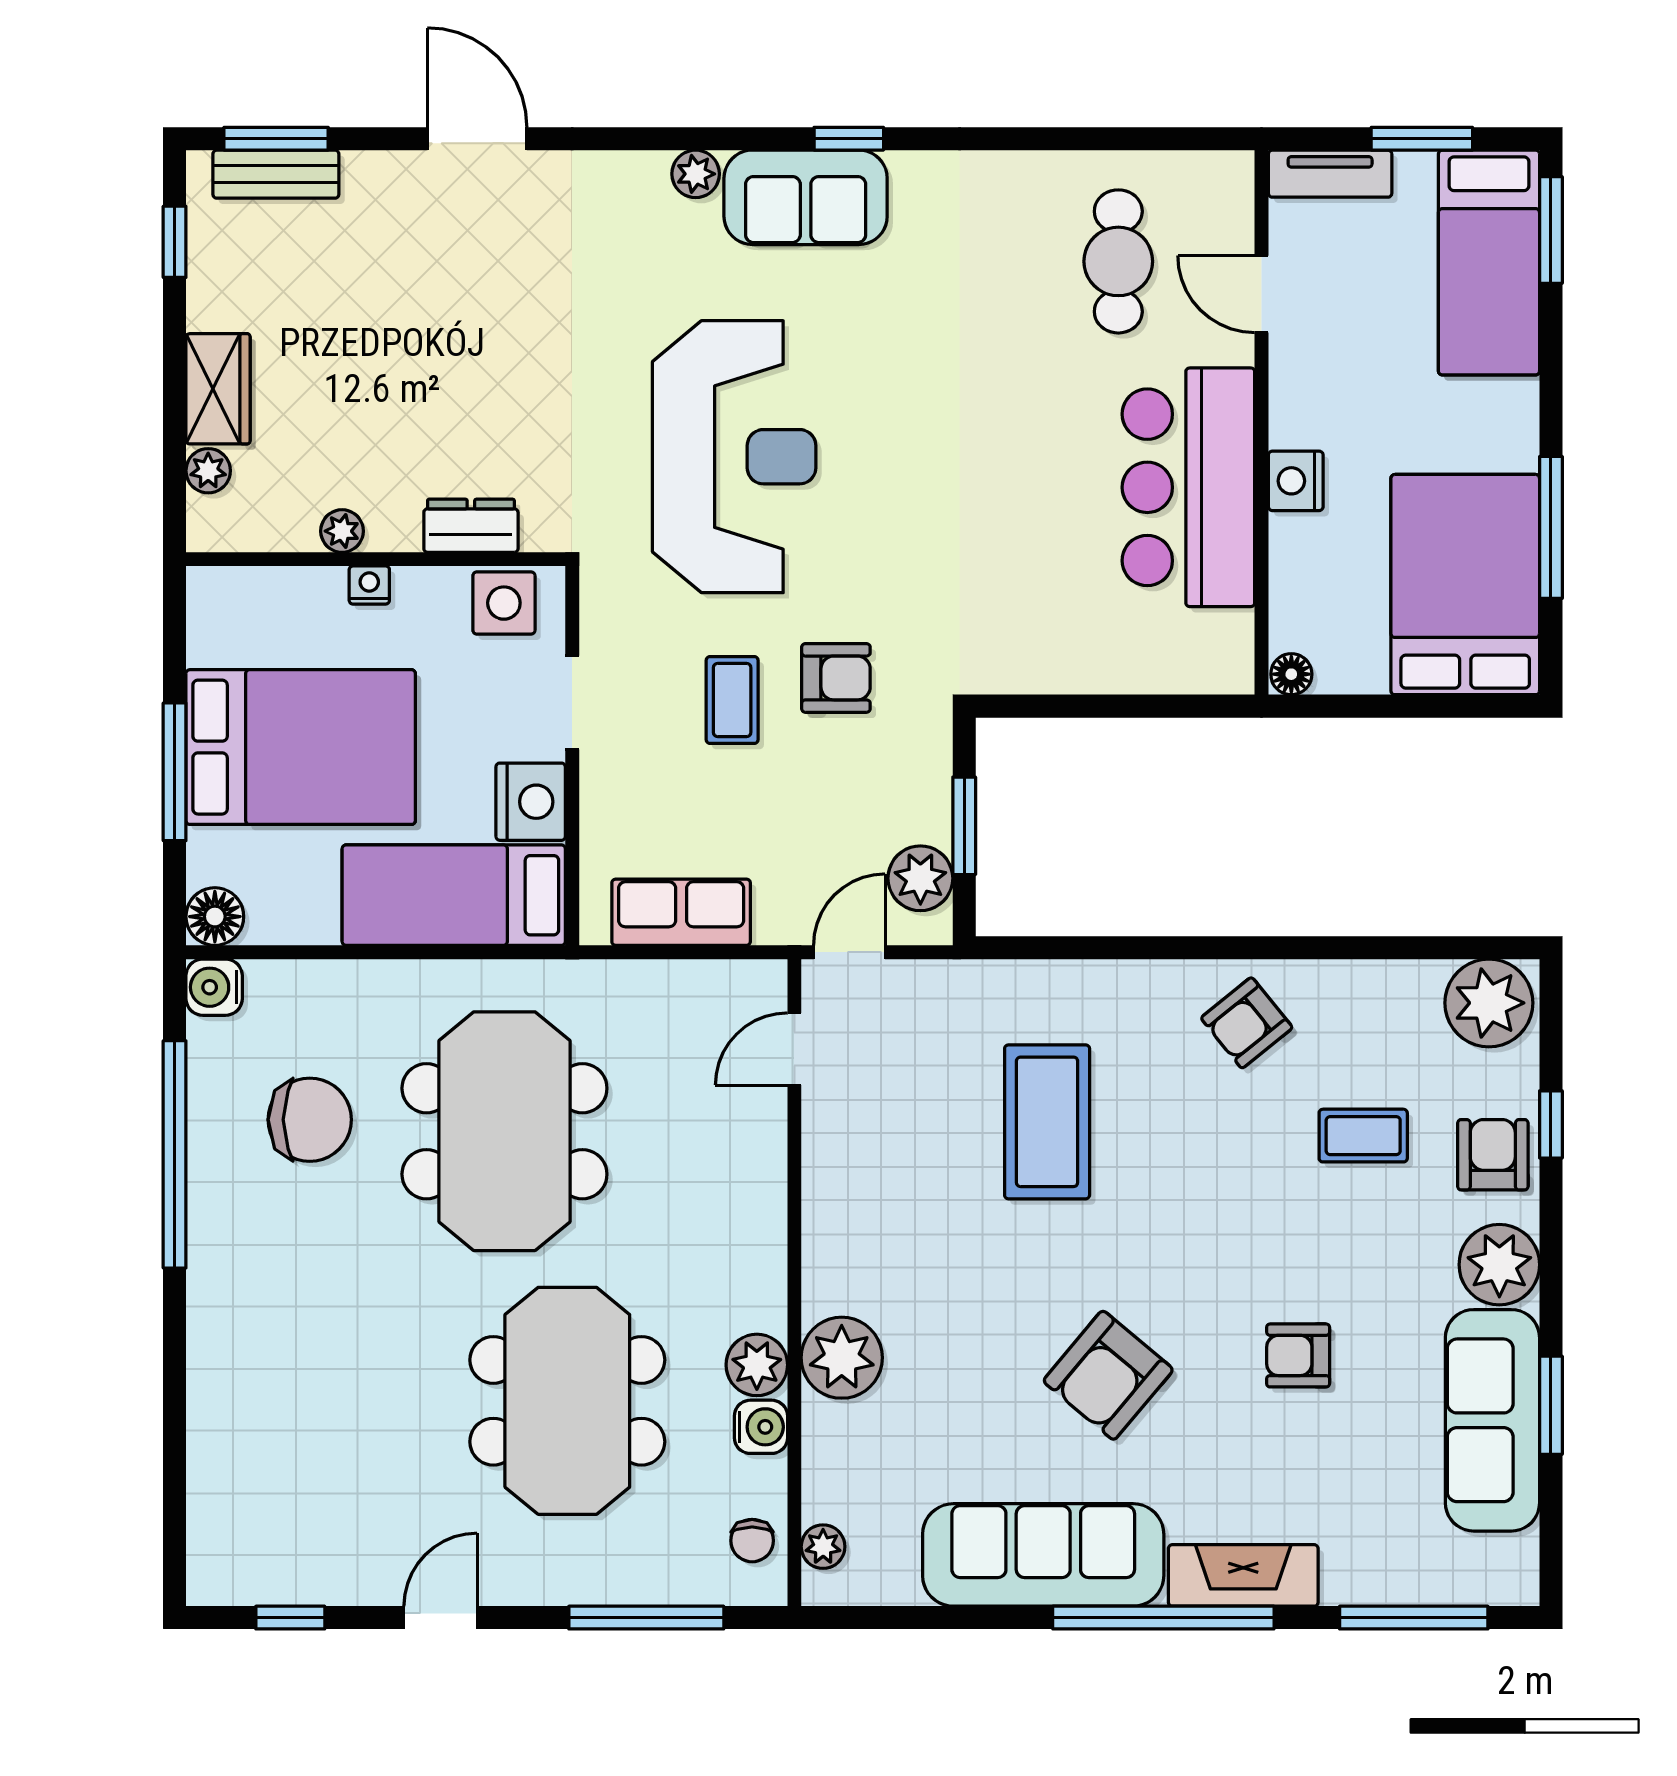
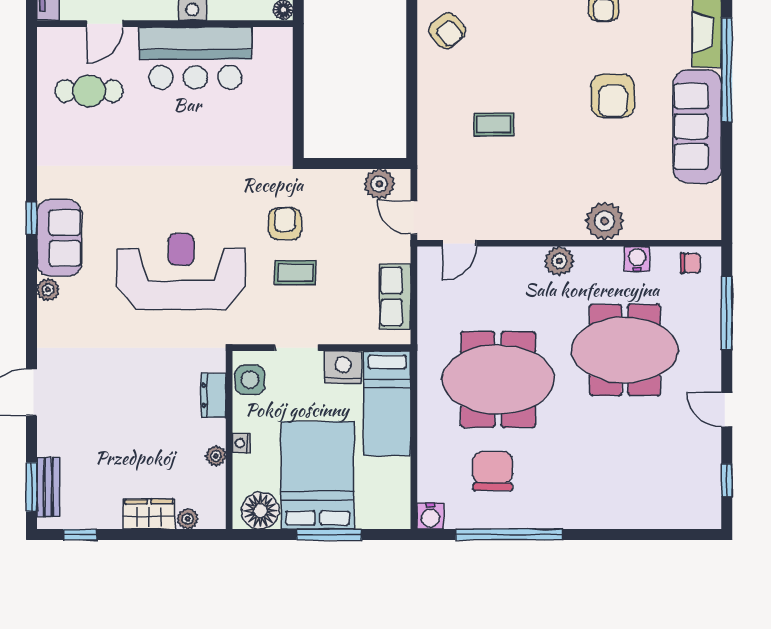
window: (964, 826) -> (355, 163), removed
floor lamp: (215, 917) -> (260, 511), moved, width x1.38, depth x1.38
door: (794, 1049) -> (459, 243), hinge flipped
coffee table: (1047, 1122) -> (494, 124), width x0.54, depth x0.58
plant: (757, 1365) -> (559, 261), moved
armchair: (1108, 1375) -> (613, 96), turned 50
plant: (823, 1547) -> (693, 230), removed

